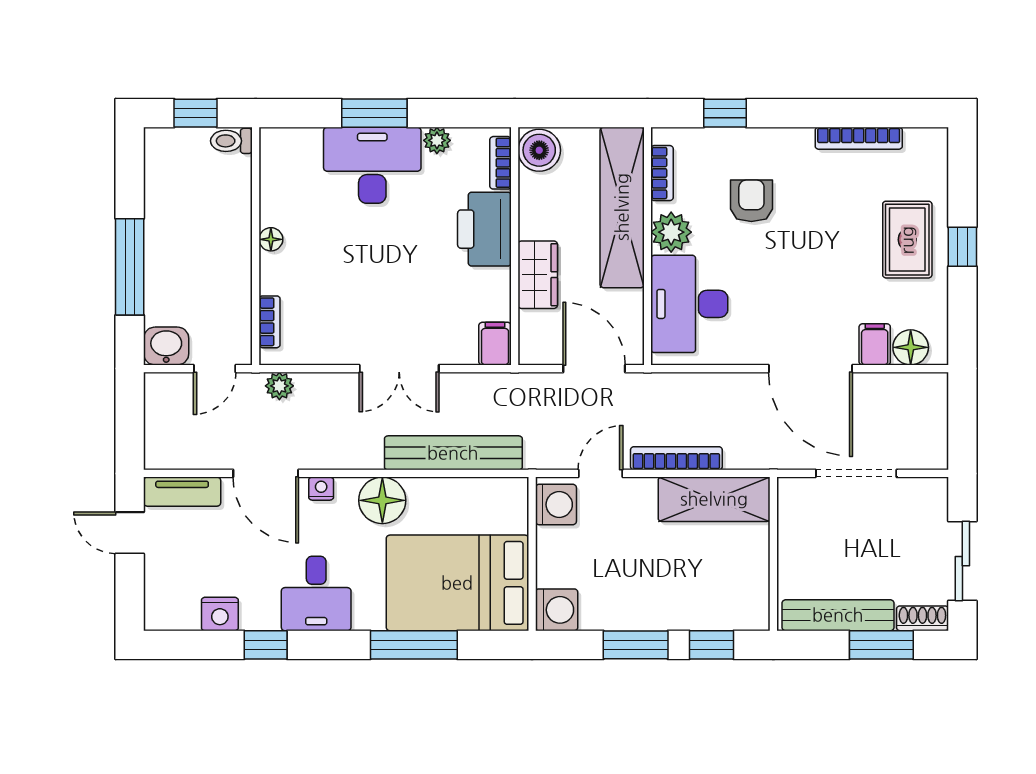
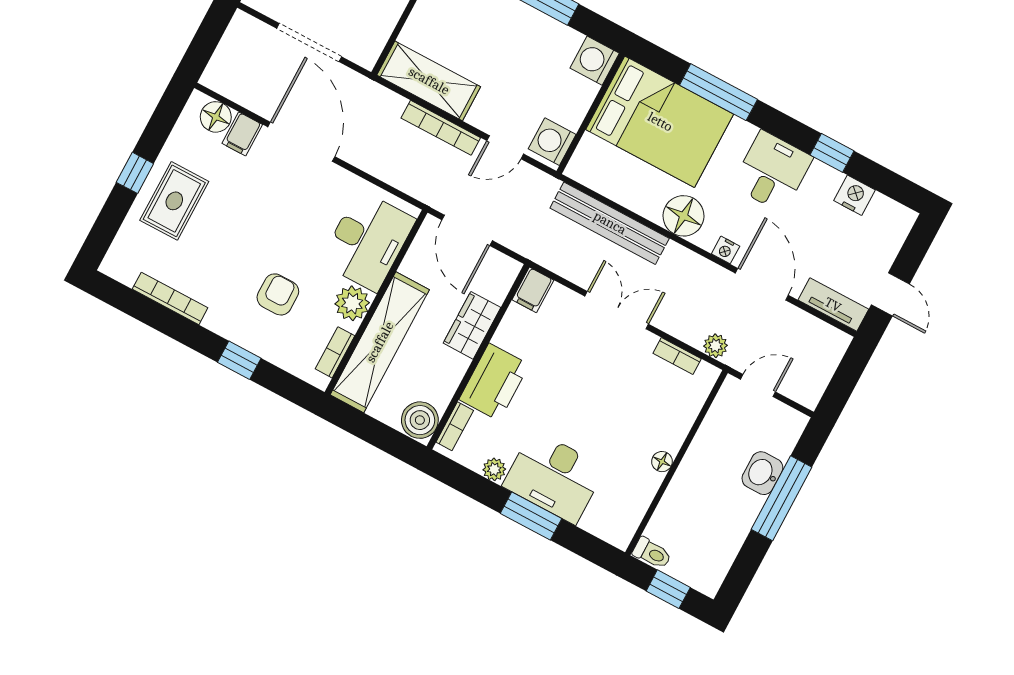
window: (725, 113) -> (239, 360), moved
armchair: (751, 201) -> (278, 294), turned 180
bookcase: (270, 322) -> (677, 356), moved, turned -90
washbasin: (166, 346) -> (762, 473), moved, turned 90

